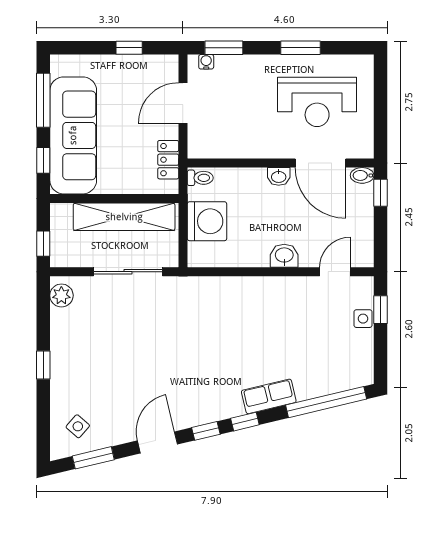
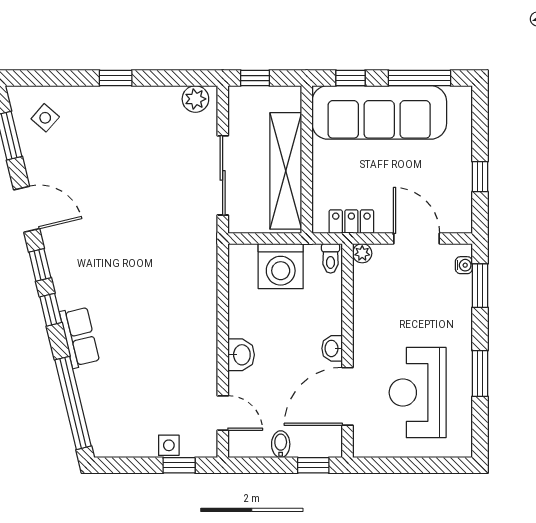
plant: (196, 150) -> (362, 253), added
bidet: (362, 175) -> (281, 444), moved

